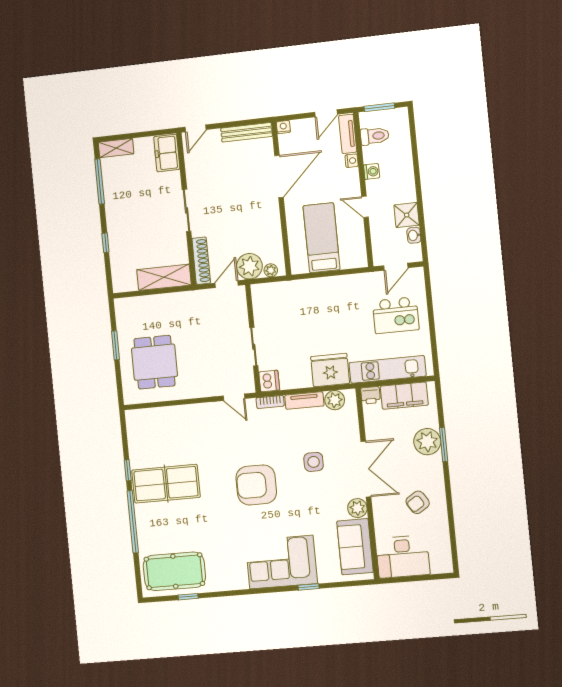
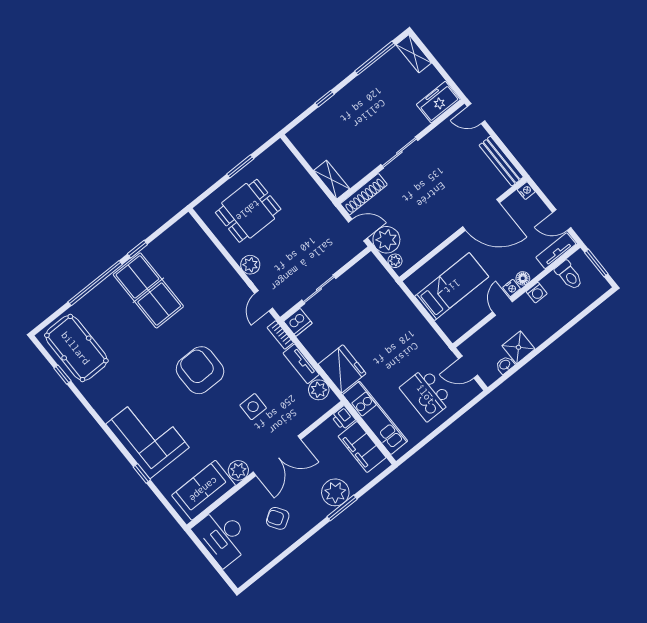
nightstand: (352, 161) -> (512, 288), moved
floor lamp: (353, 175) -> (523, 278), added
shelving: (164, 277) -> (332, 180), width x0.67, depth x0.75
plant: (198, 389) -> (250, 265), added

